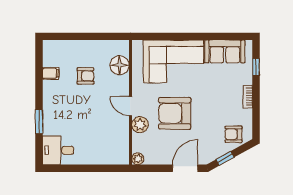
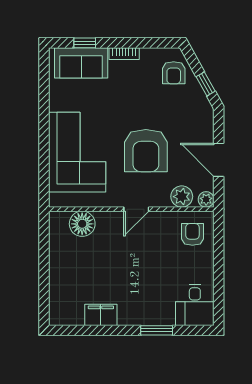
sofa: (225, 51) -> (81, 63), moved, turned 90
filing cabinet: (51, 73) -> (101, 315), width x2.00
armchair: (85, 76) -> (192, 234), moved
plant: (140, 125) -> (182, 197), moved
door: (185, 168) -> (219, 160), moved

